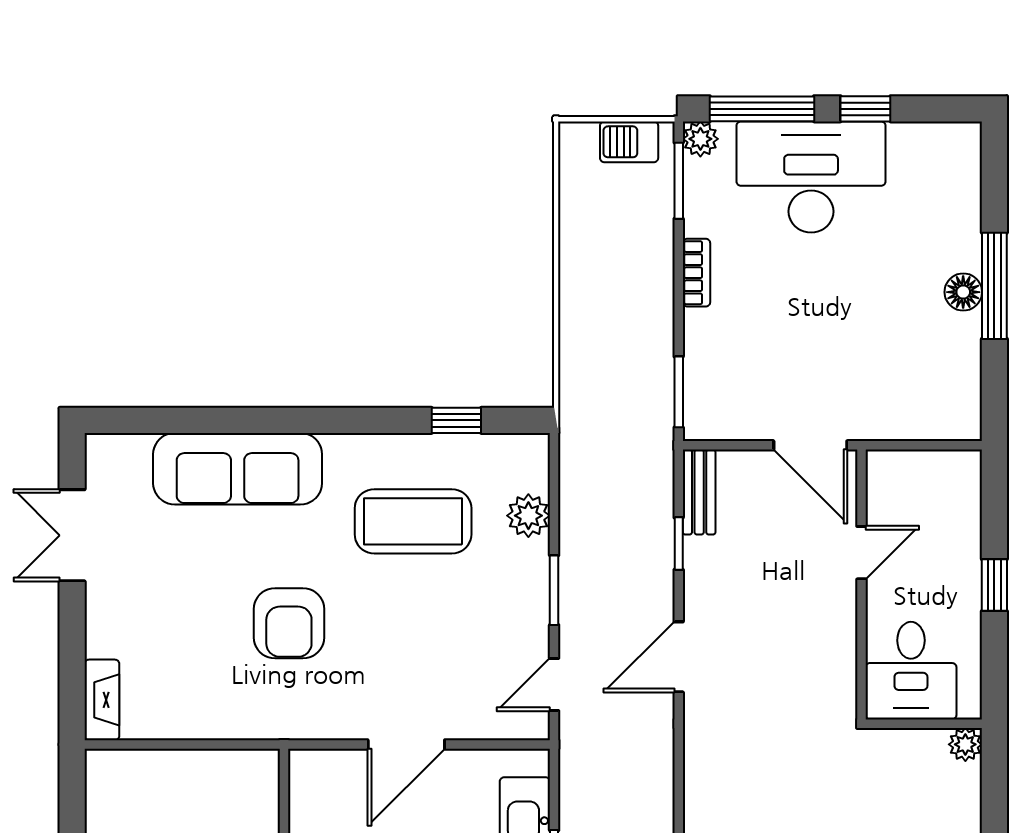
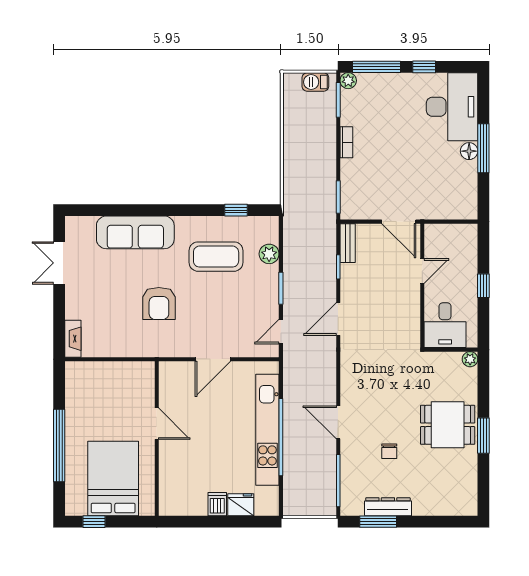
desk: (811, 177) -> (452, 107), moved, turned 90

